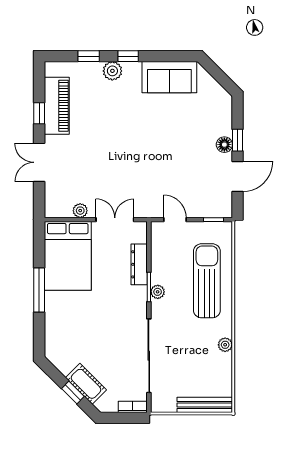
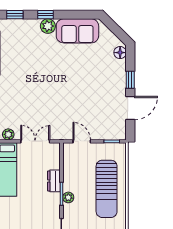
plant: (112, 71) -> (48, 26), moved
floor lamp: (224, 145) -> (120, 53), moved
dresser: (139, 264) -> (54, 181), width x0.70
sun lounger: (207, 281) -> (107, 189), turned 180

